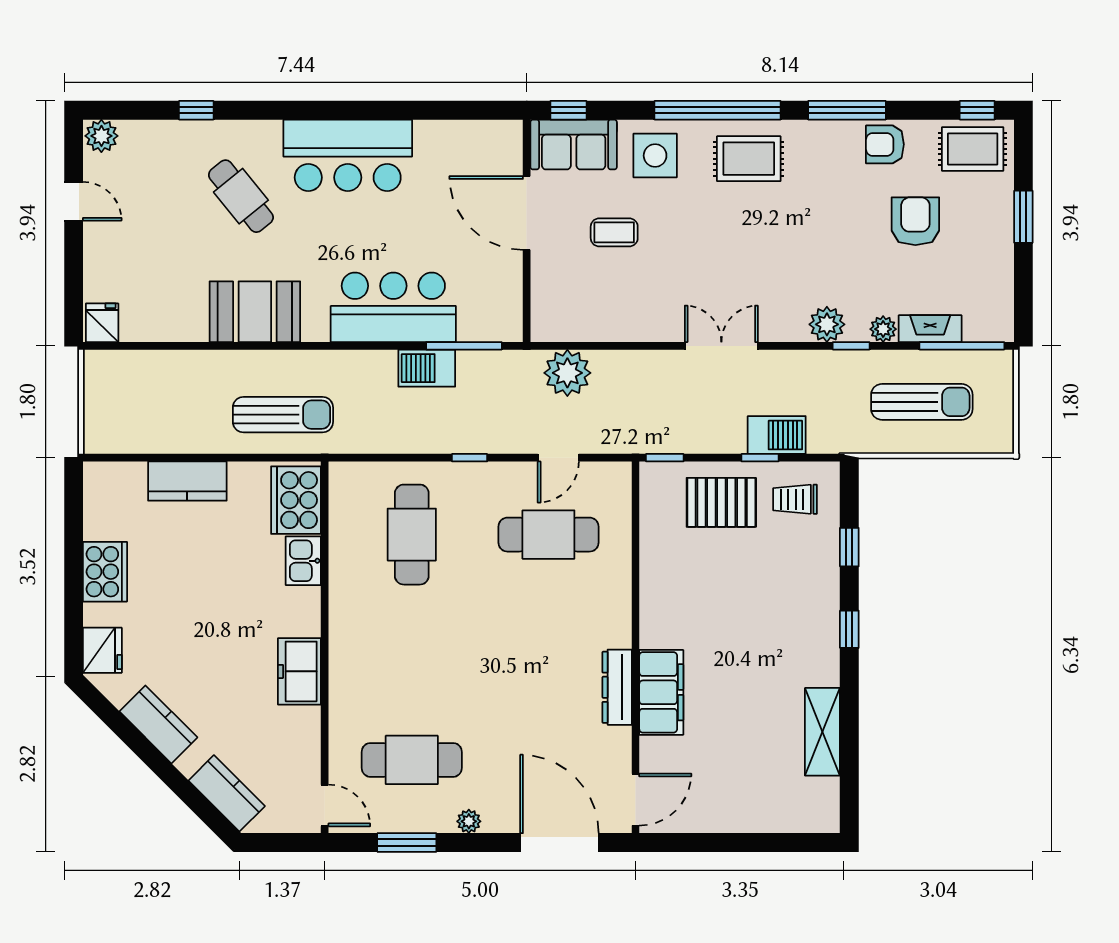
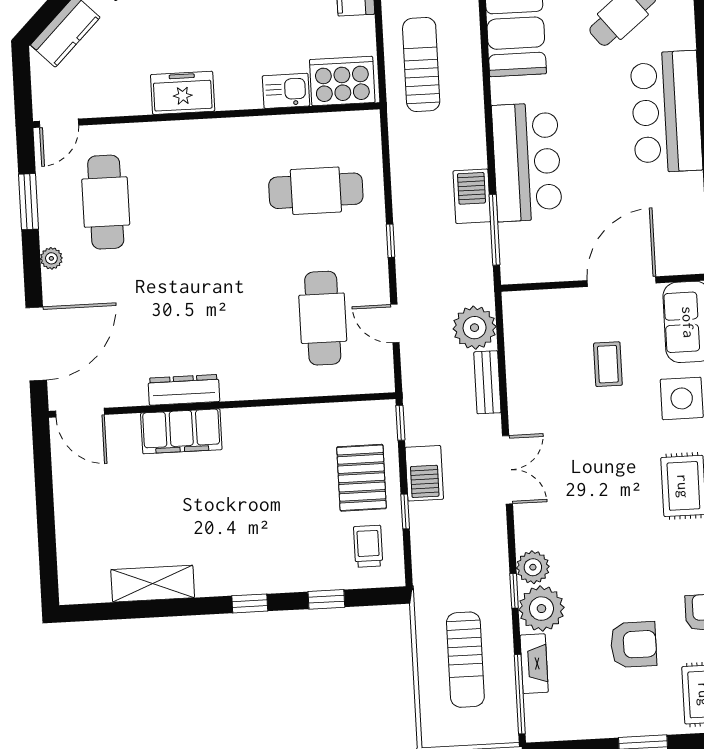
plant: (883, 329) -> (541, 609), width x1.88, depth x1.88
bench: (627, 362) -> (487, 382), added
sun lounger: (283, 415) -> (421, 65), turned 180
barbecue: (777, 435) -> (424, 473), moved

